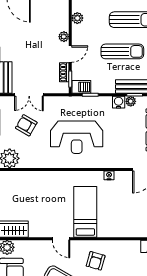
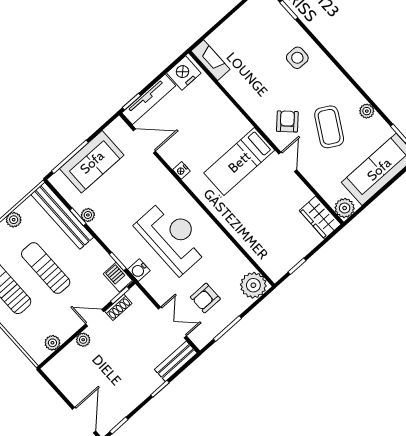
water cooler: (119, 102) -> (139, 270), moved
armchair: (26, 125) -> (205, 298), turned 60
armchair: (96, 261) -> (287, 121), moved, turned -62

